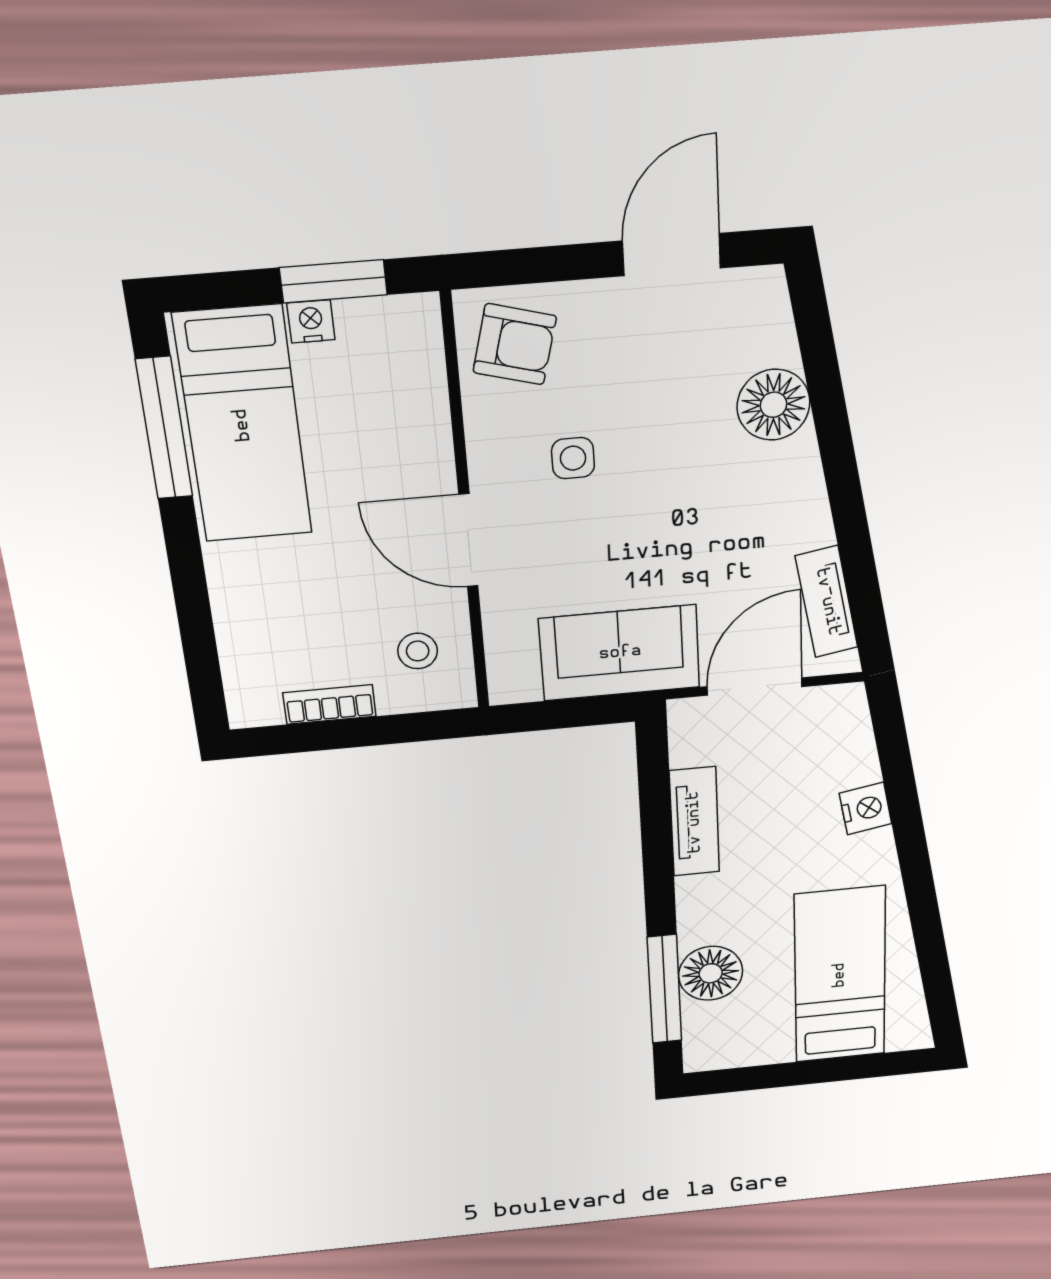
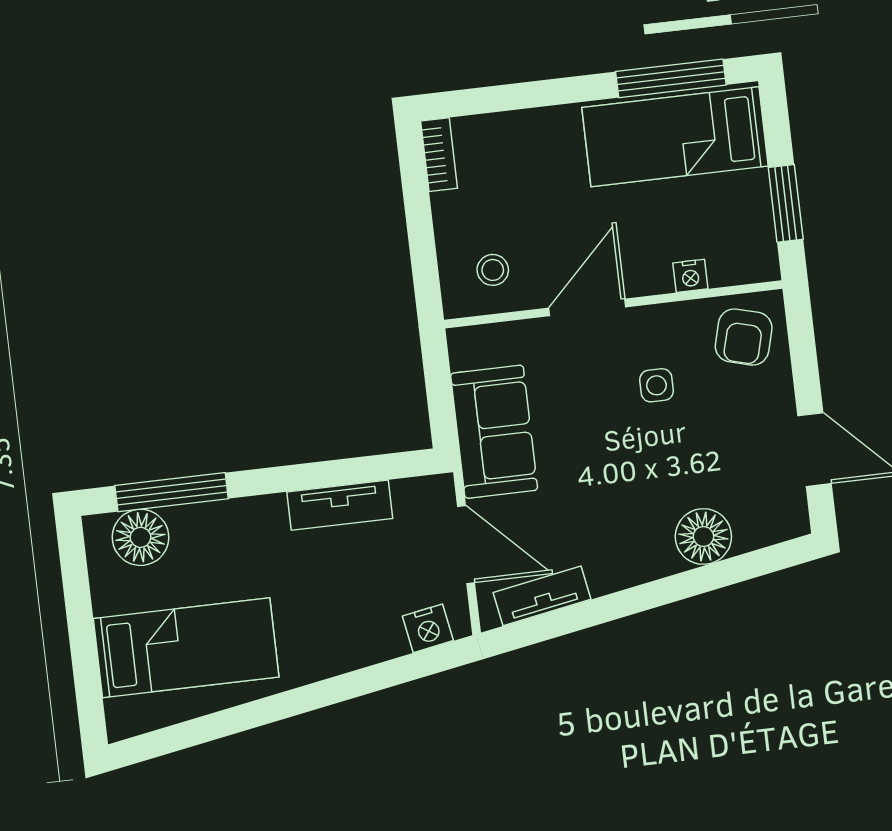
nightstand: (311, 321) -> (690, 276), moved, turned 90
bookcase: (330, 704) -> (439, 155), moved
nightstand: (866, 808) -> (428, 628), moved
floor lamp: (711, 973) -> (140, 537), moved

